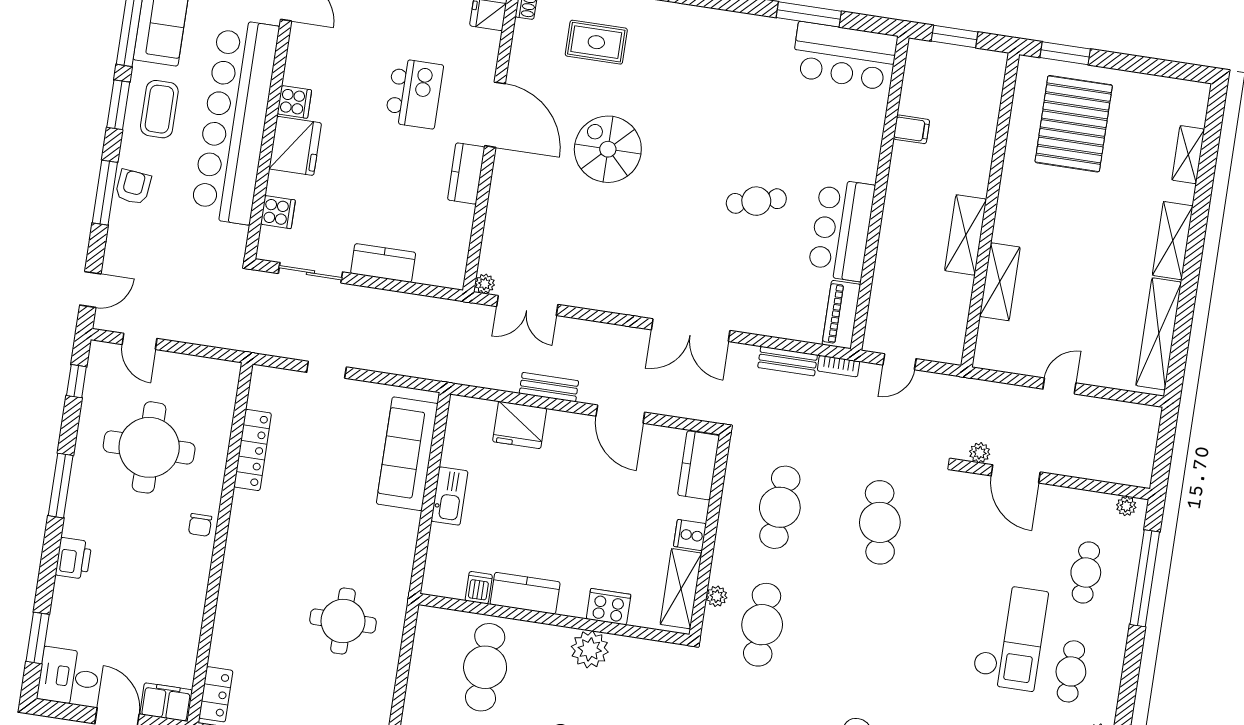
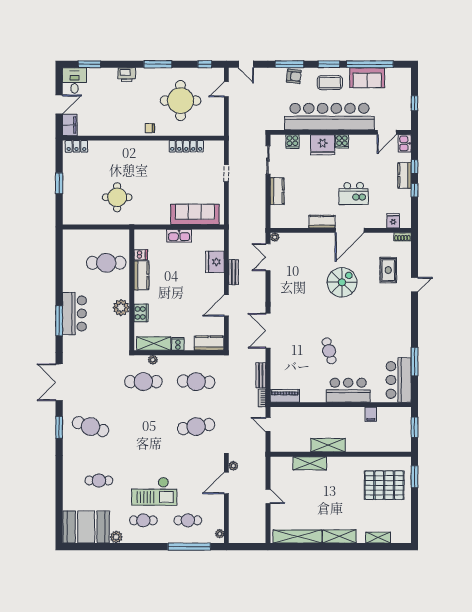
bar counter: (841, 230) -> (348, 390), moved

